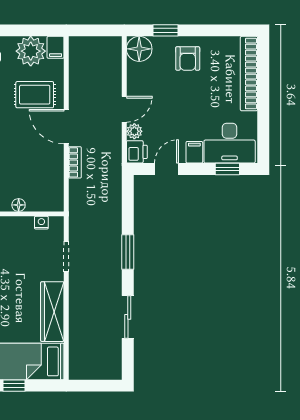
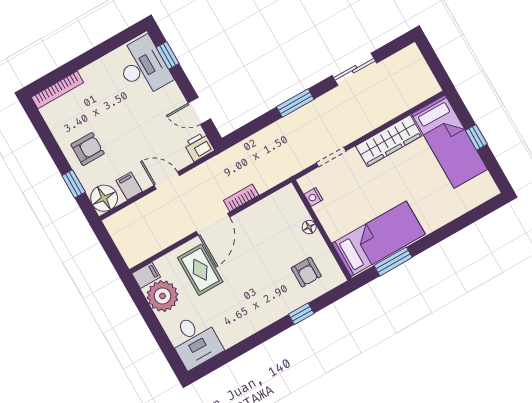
bookcase: (249, 74) -> (57, 90), width x0.68, depth x0.76
plant: (134, 131) -> (182, 160), removed
filing cabinet: (194, 152) -> (129, 186), moved, turned 90

